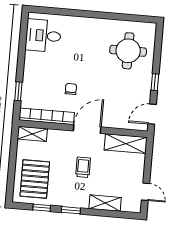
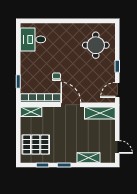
door: (87, 129) -> (71, 105), hinge flipped
trolley: (83, 167) -> (70, 133), removed
pallet: (35, 179) -> (36, 145), turned 90

